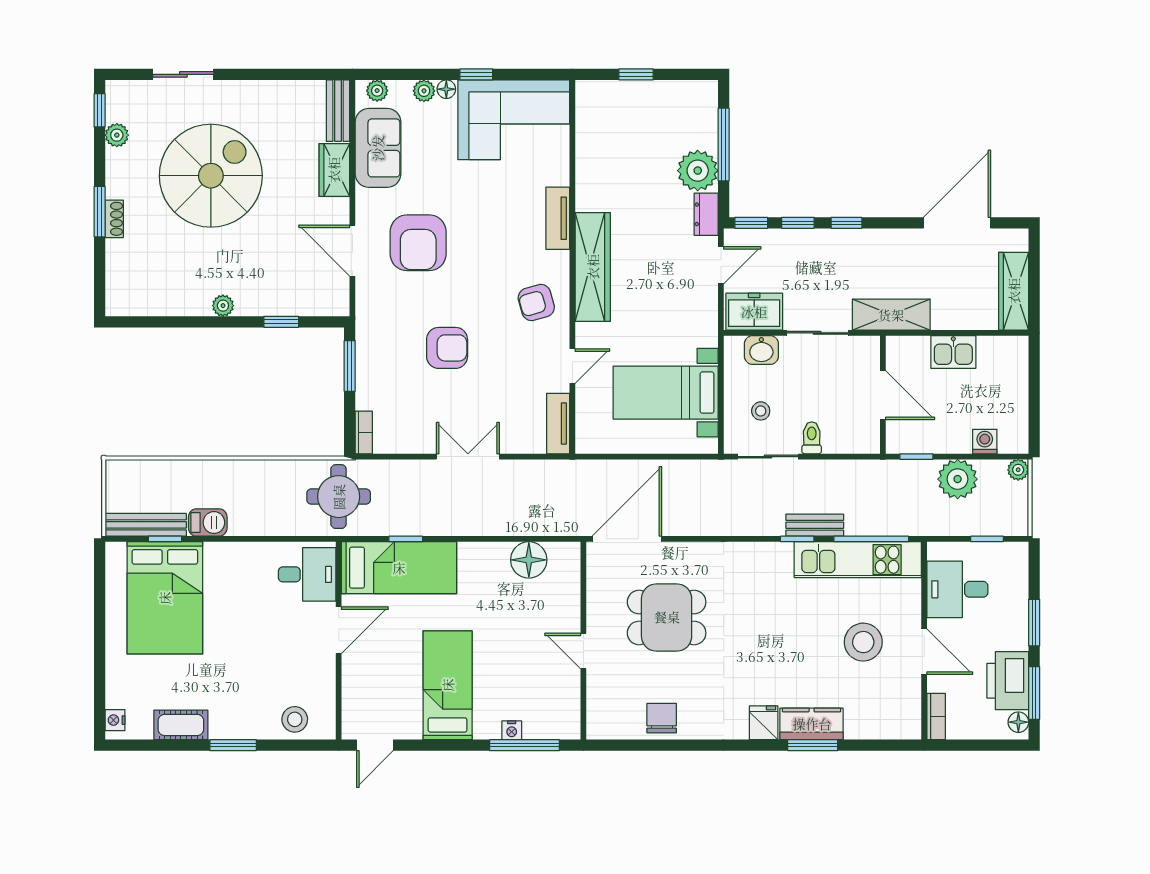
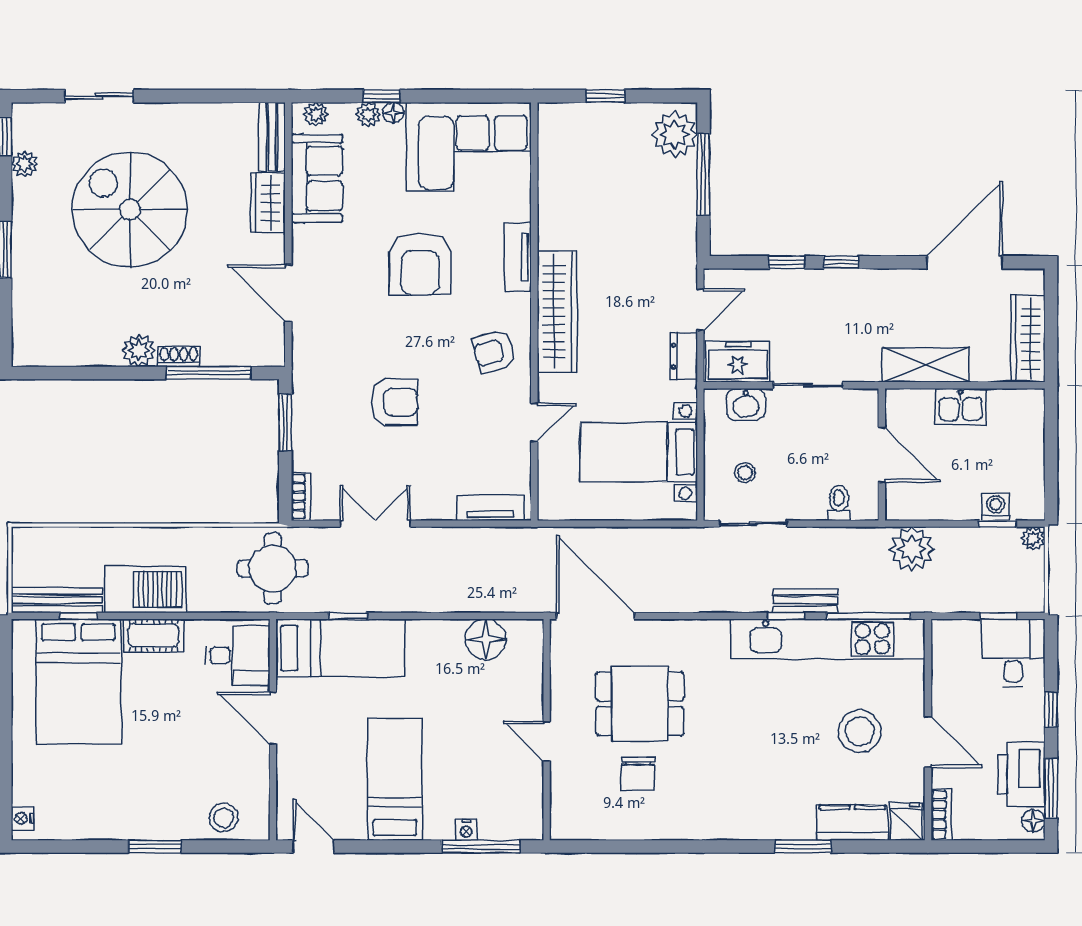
window: (476, 74) -> (382, 96), moved
plant: (698, 171) -> (675, 134), moved
spiral stairs: (211, 176) -> (130, 209), turned -90
dresser: (706, 214) -> (684, 356), moved
shoe rack: (114, 219) -> (179, 357), moved, turned -90
window: (751, 223) -> (734, 262), removed
armchair: (418, 243) -> (420, 264), moved
plant: (223, 306) -> (139, 350), width x1.38, depth x1.38
shelving: (891, 315) -> (926, 365), moved
window: (281, 322) -> (209, 373), width x2.17
tv unit: (558, 424) -> (491, 508), moved, turned 90
toilet: (812, 438) -> (839, 503), moved
double door: (468, 457) -> (375, 524), moved
window: (916, 457) -> (997, 524), moved
plant: (958, 479) -> (912, 549), moved
barbecue: (208, 523) -> (145, 589), width x1.88, depth x1.53
door: (627, 539) -> (595, 616), hinge flipped
kitchen unit: (858, 560) -> (828, 639), width x1.36
desk: (957, 589) -> (1013, 653), moved, turned 90
window: (1034, 623) -> (1051, 709), width x0.67
door: (339, 630) -> (273, 718), swing flipped
chair: (662, 718) -> (638, 773), moved, turned 180
fridge: (764, 723) -> (906, 821), moved
kitchen counter: (812, 724) -> (852, 823), moved
cot: (181, 725) -> (153, 635), moved
door: (375, 745) -> (313, 847), swing flipped

